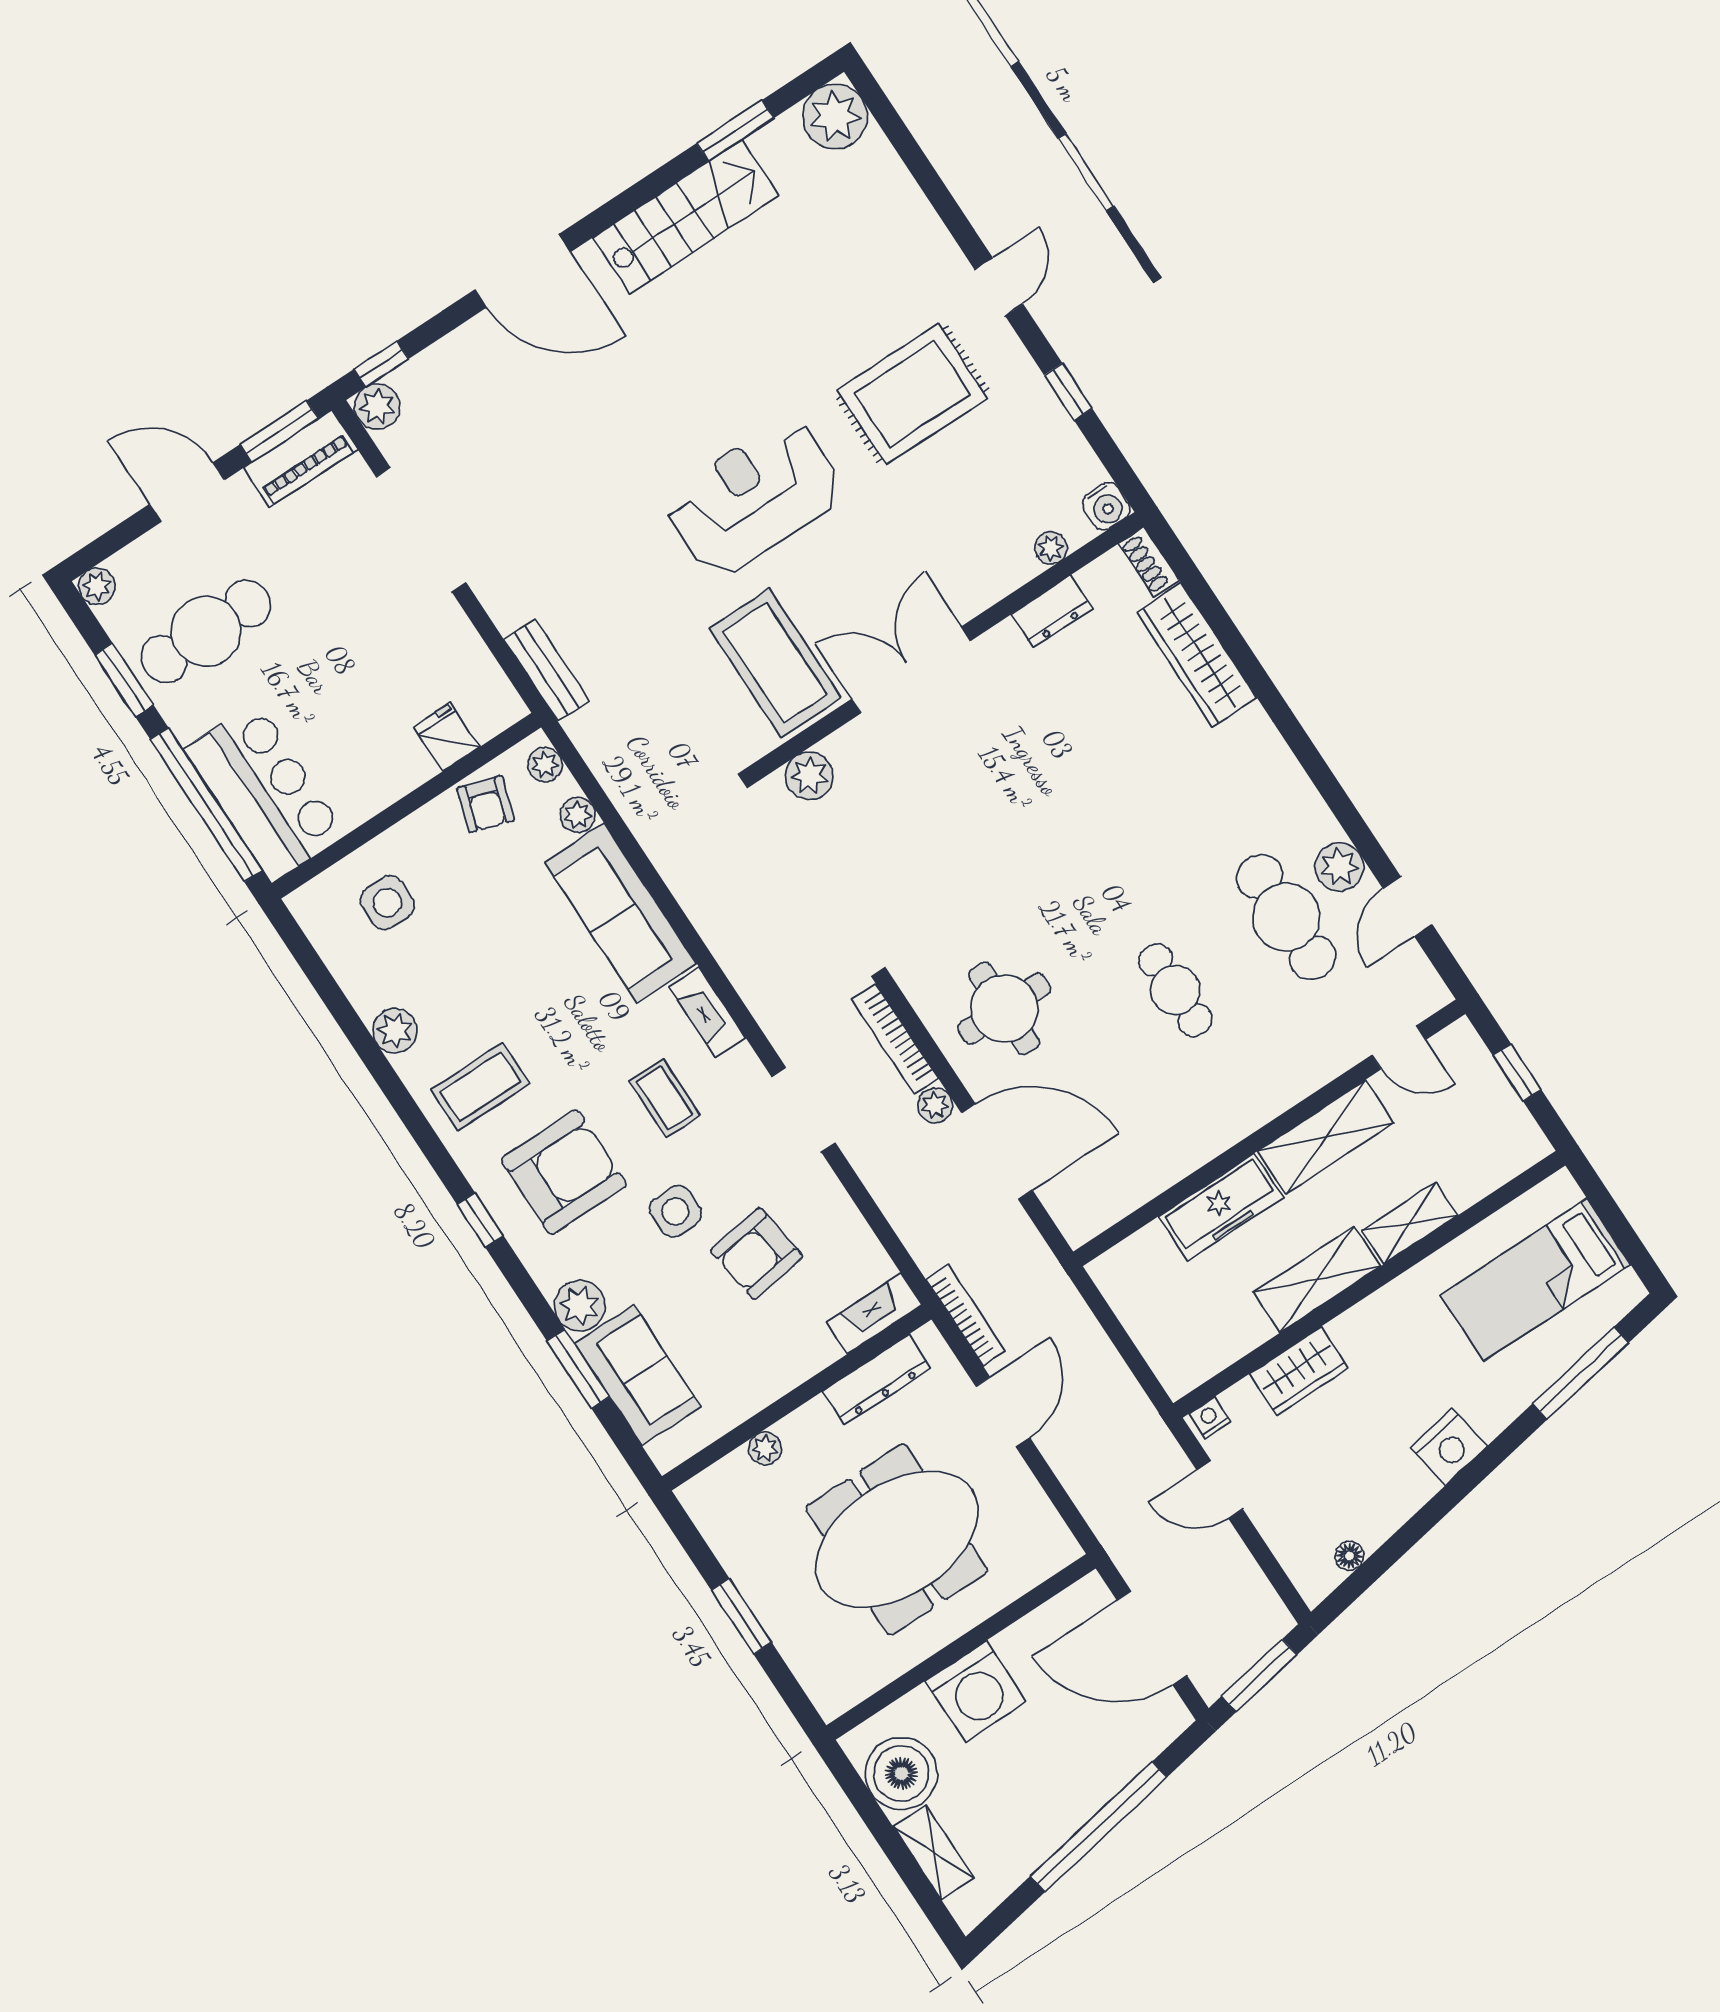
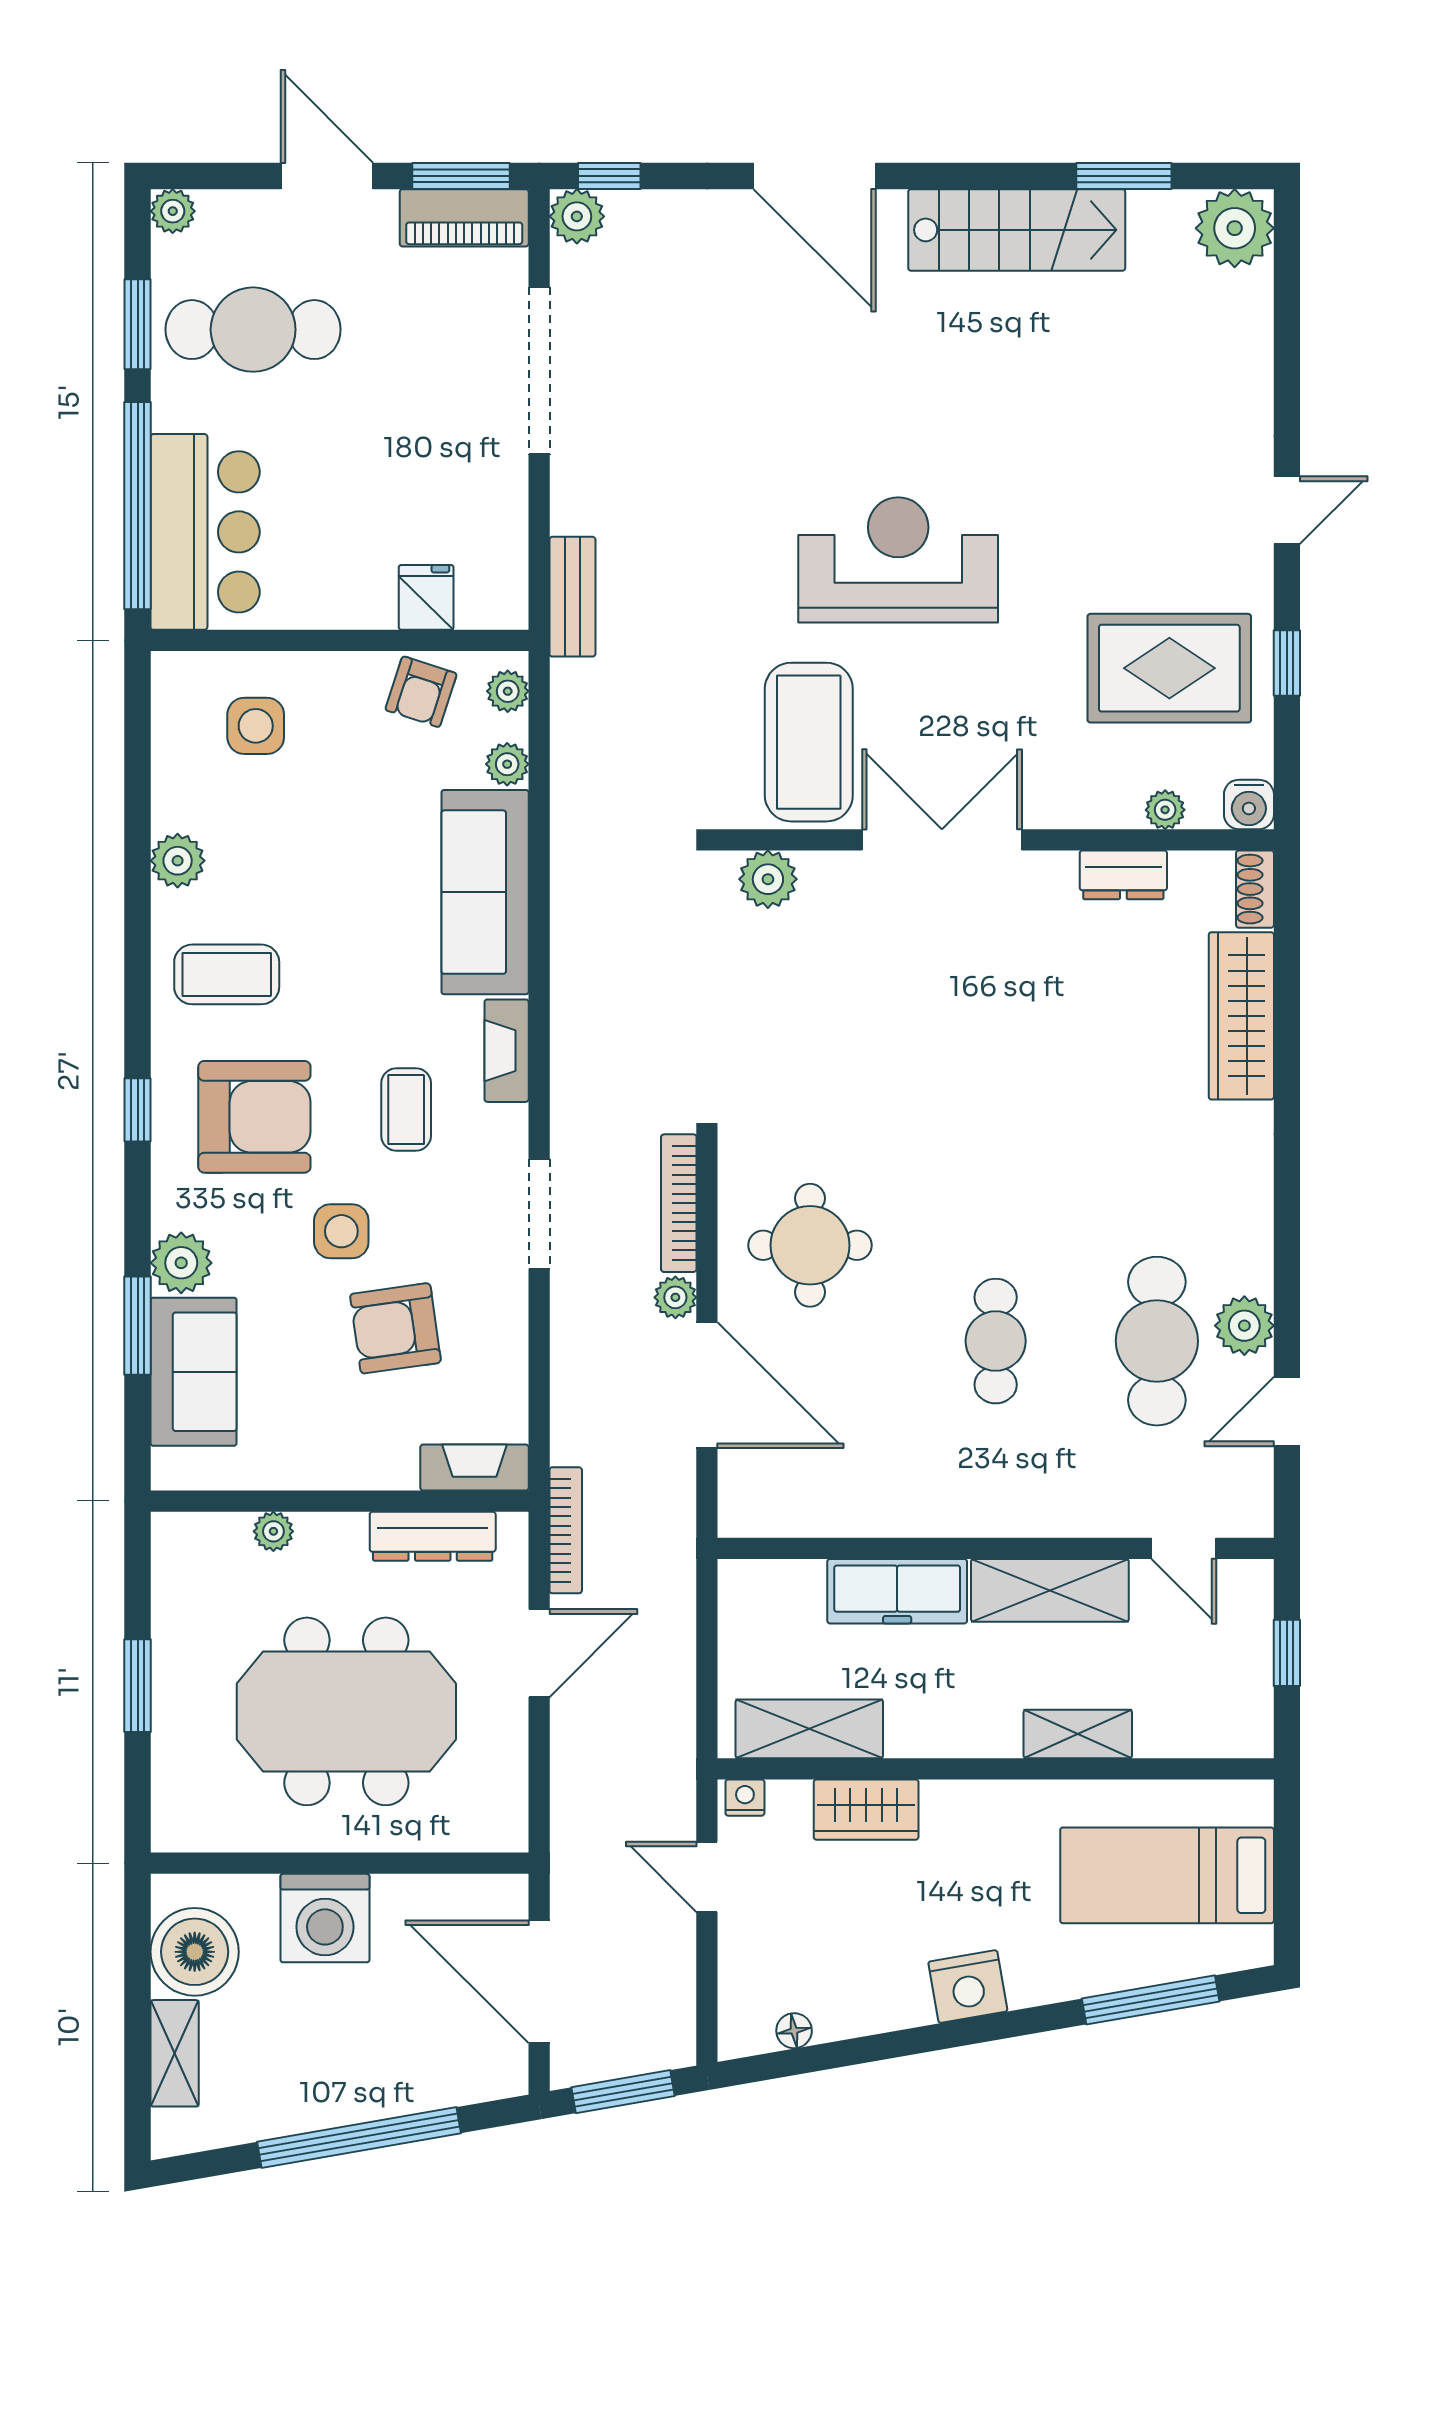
rug: (912, 394) -> (1169, 668), moved
shelving: (1317, 1279) -> (809, 1729), moved

